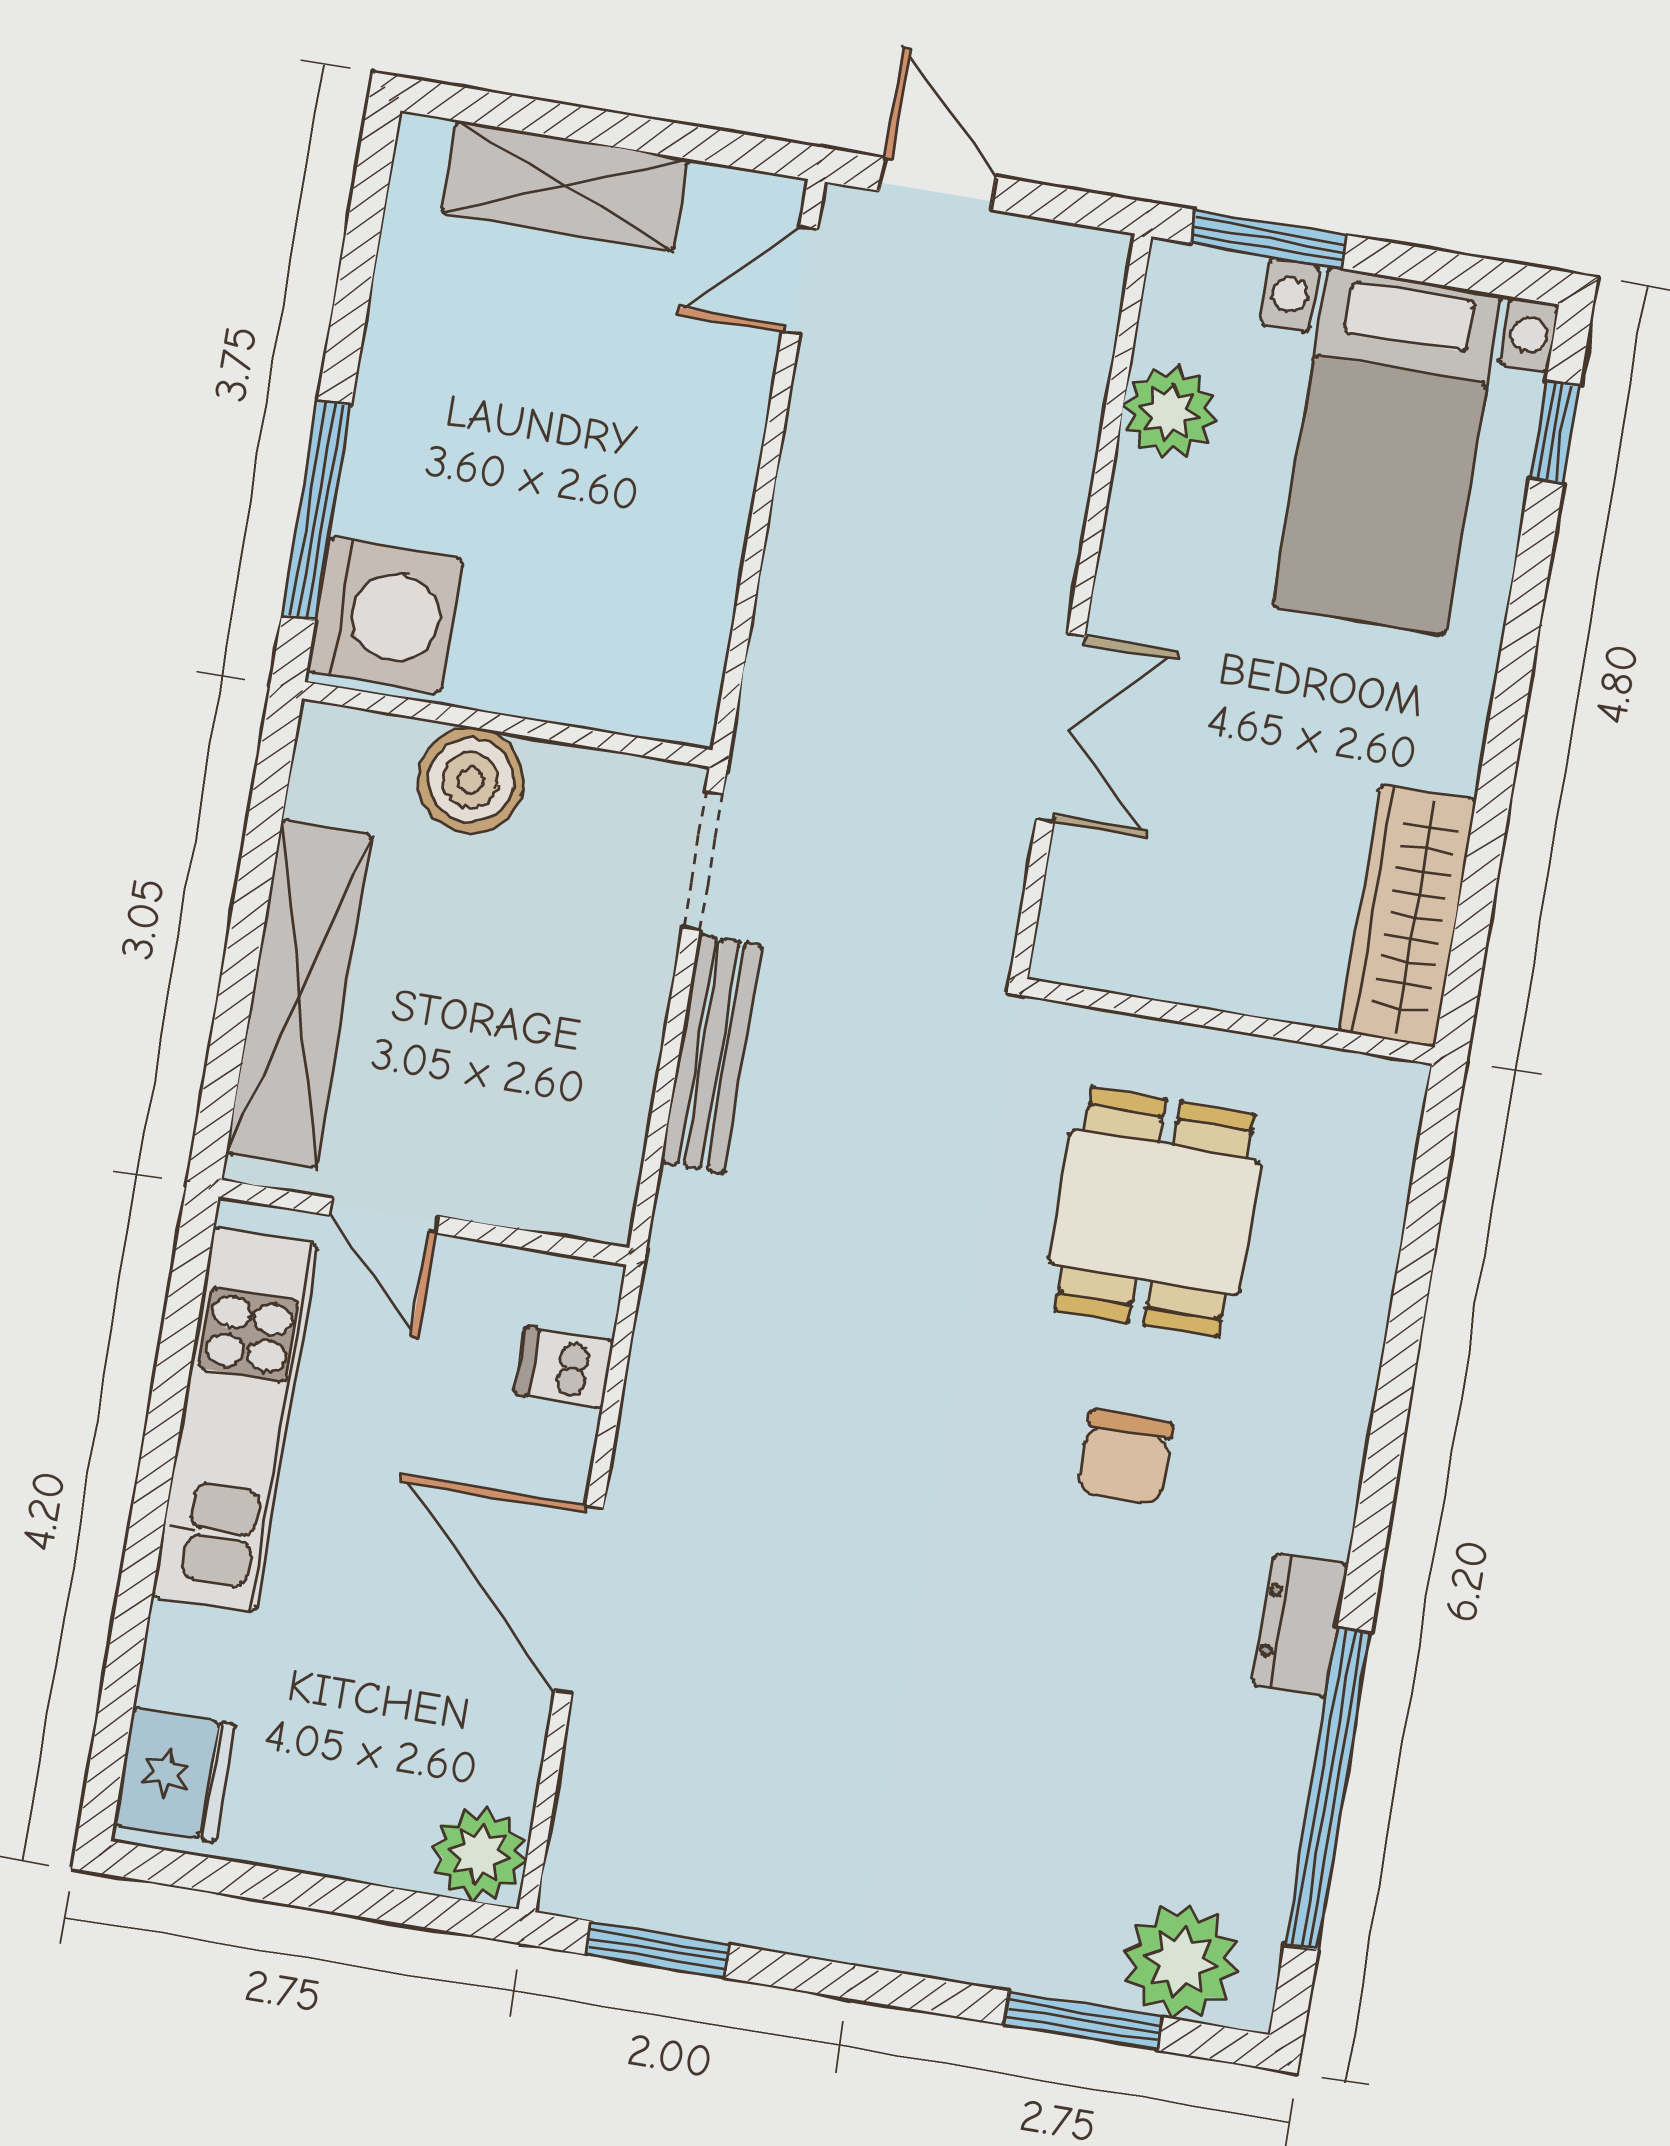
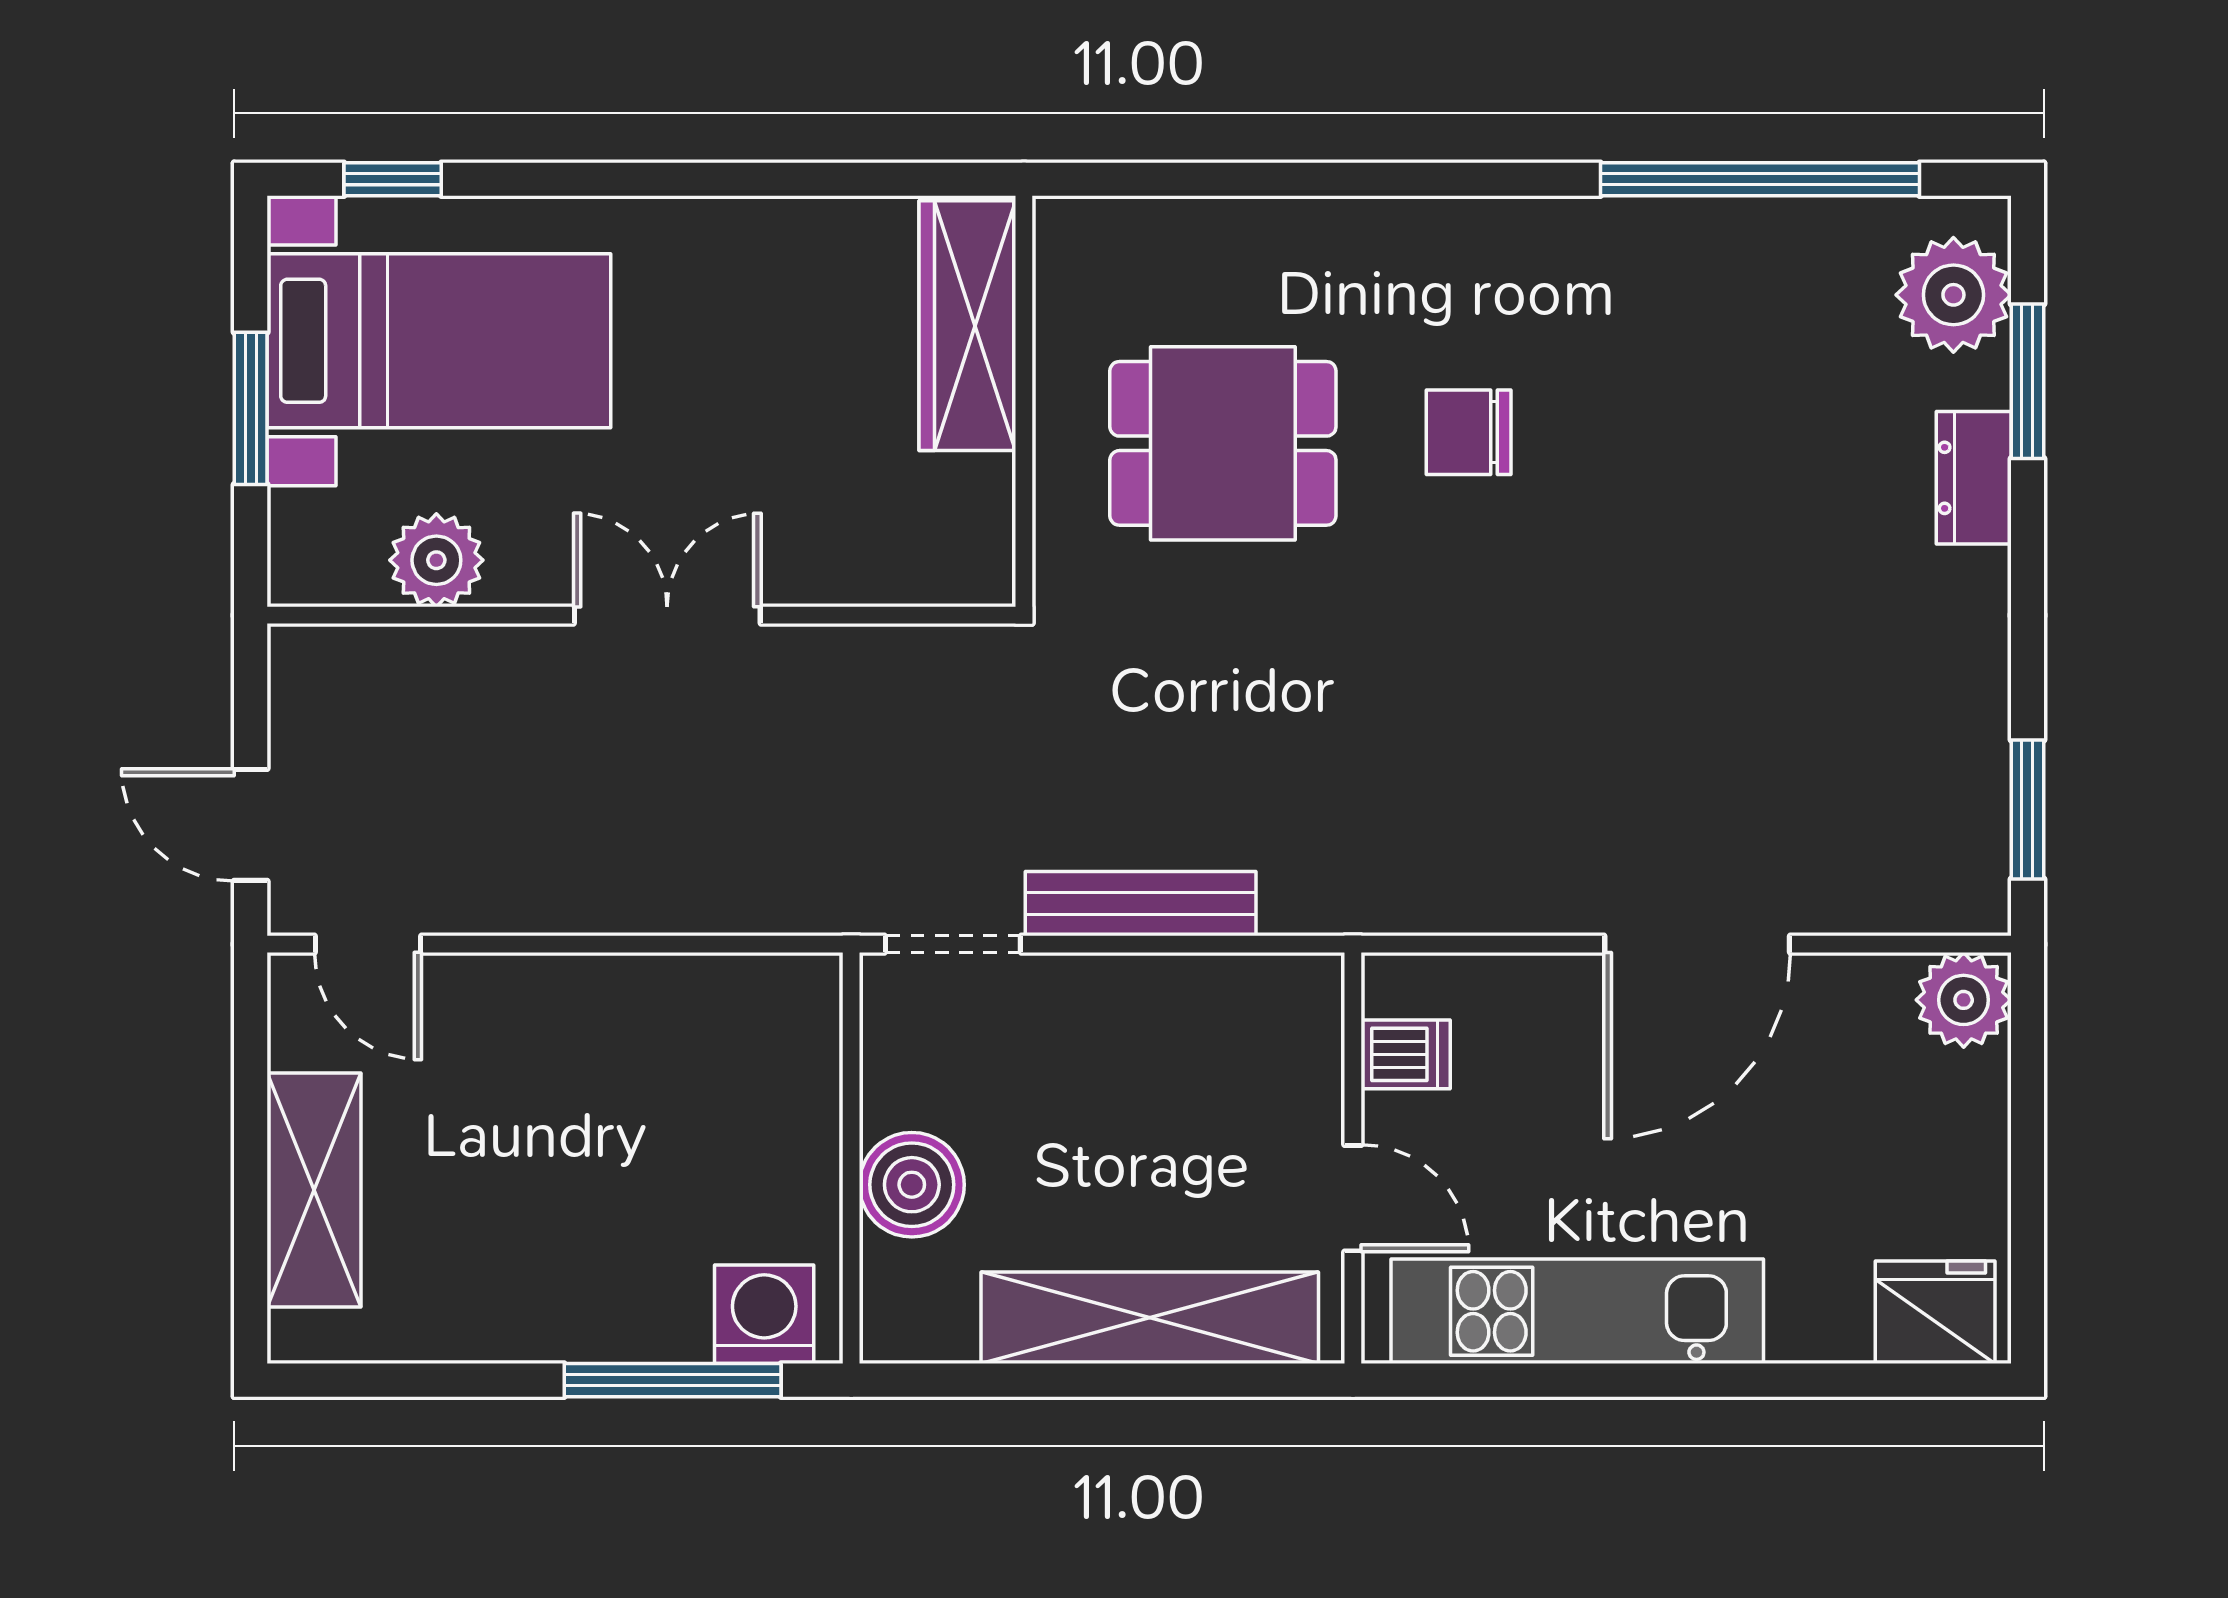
door: (938, 184) -> (251, 825), hinge flipped
window: (1269, 239) -> (251, 408), moved
washing machine: (385, 615) -> (764, 1314), width x0.73, depth x0.73
double door: (1060, 728) -> (667, 615), moved
wardrobe: (1408, 915) -> (967, 326), moved, turned 90
door: (384, 1216) -> (1353, 1198), hinge flipped
dishwasher: (564, 1367) -> (1406, 1054), moved, turned -90
chair: (1125, 1458) -> (1469, 432), turned 180
dresser: (1300, 1625) -> (1974, 478), moved, turned 90

